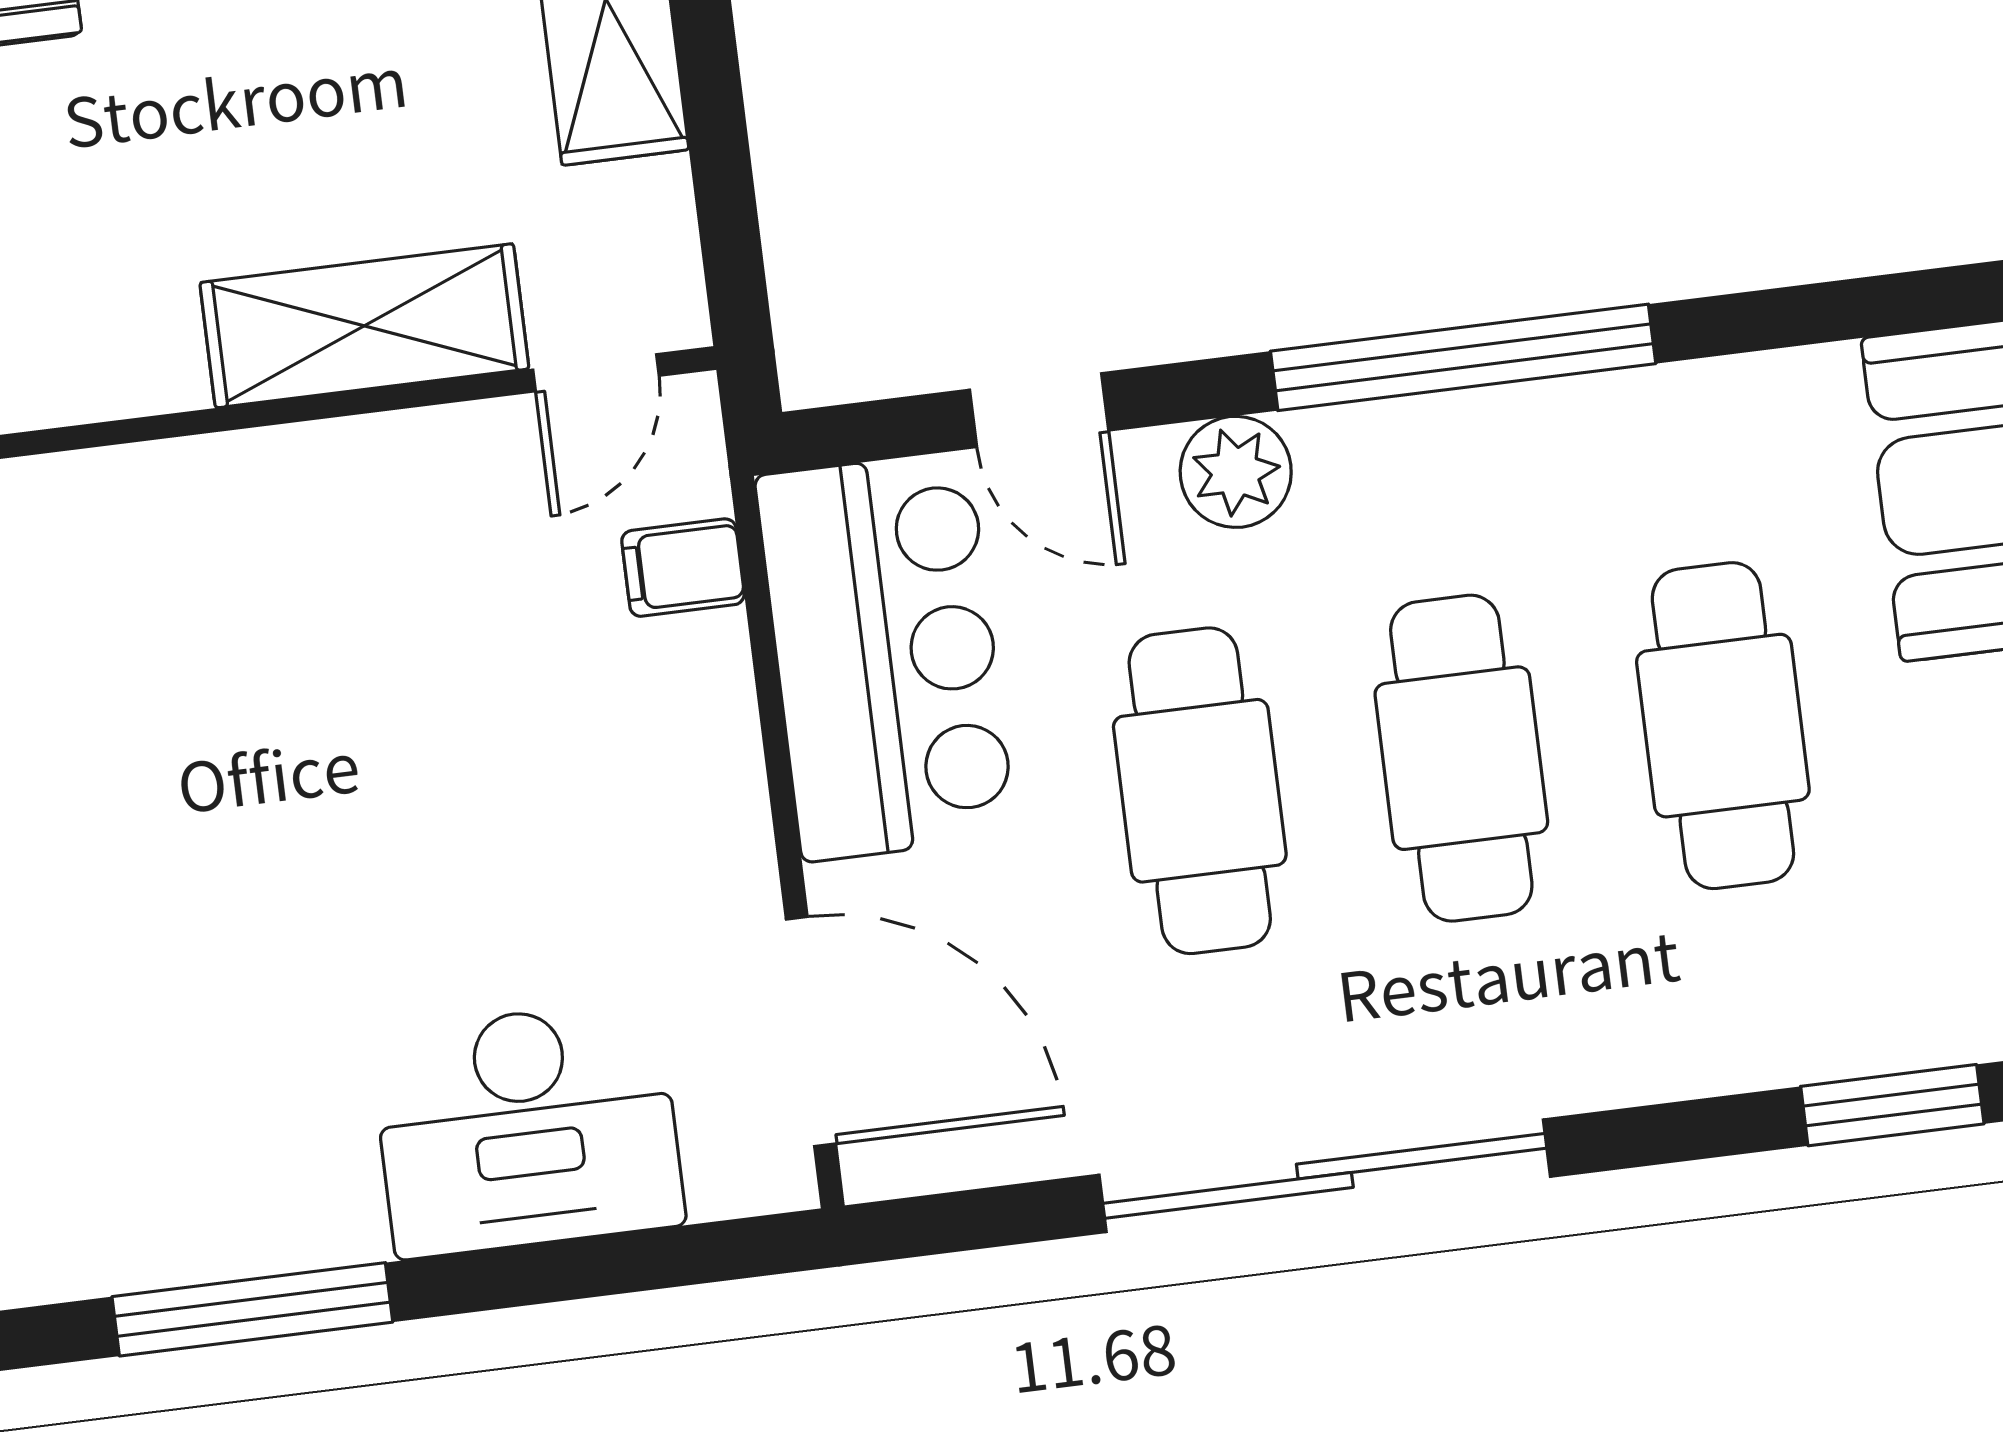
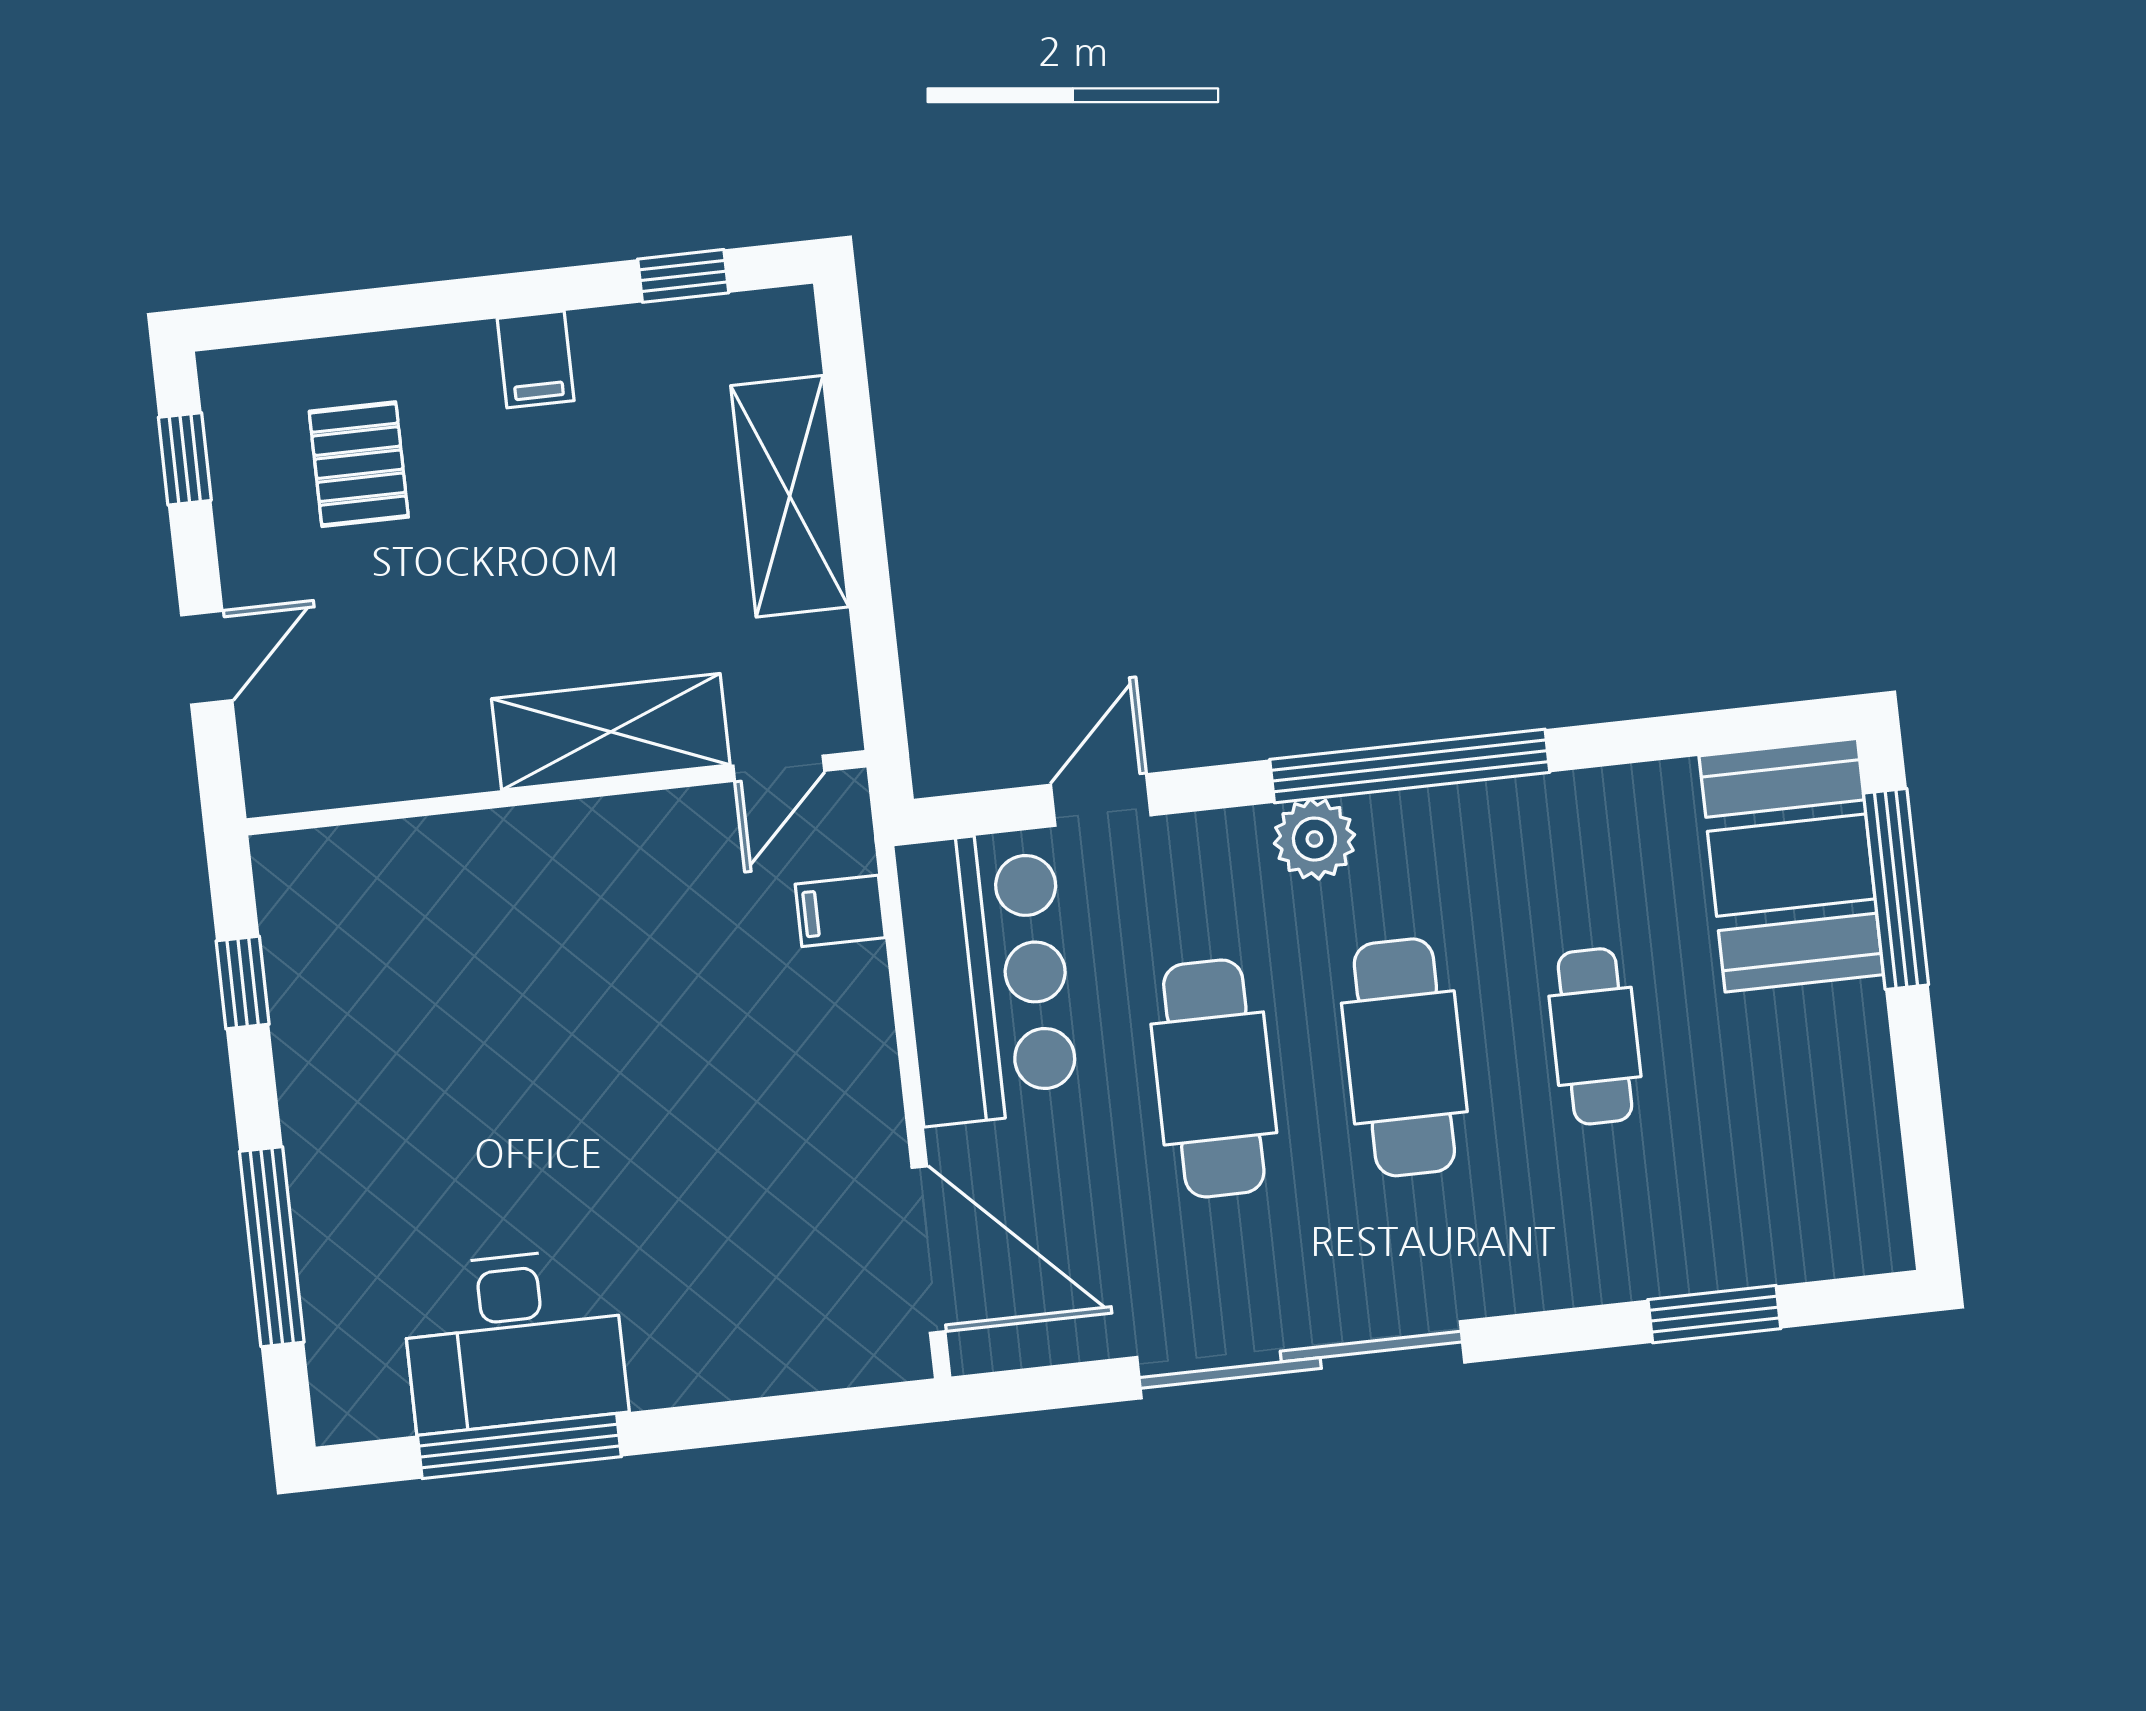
door: (1039, 410) -> (1101, 800), swing flipped
plant: (1236, 472) -> (1314, 839), moved
cafe table: (1723, 726) -> (1595, 1036), width x0.73, depth x0.74
desk: (527, 1129) -> (514, 1340), moved

